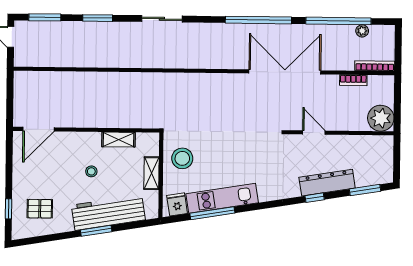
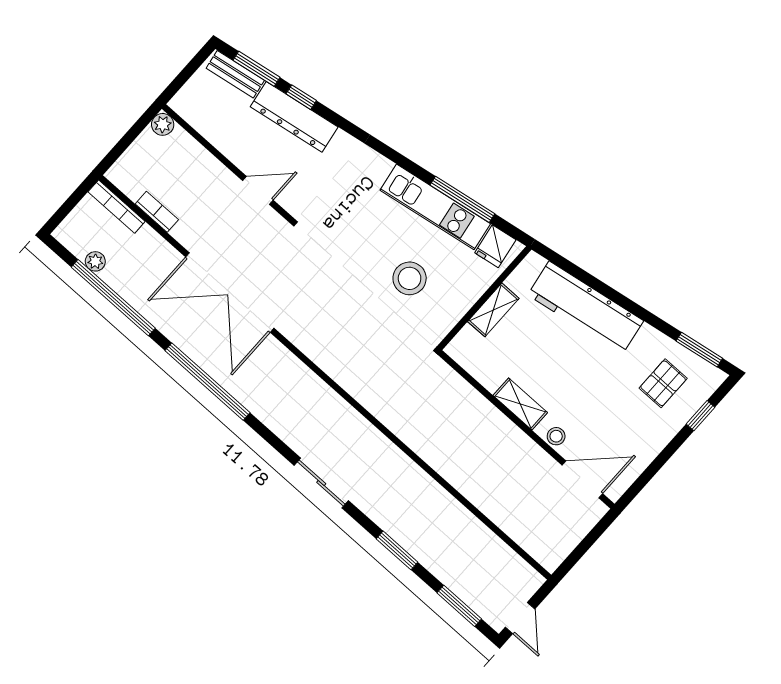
plant: (381, 118) -> (163, 124), width x0.53, depth x0.53
door: (314, 132) -> (258, 190), swing flipped
shelving: (119, 140) -> (520, 404), moved
stool: (182, 158) -> (410, 278), moved
stool: (91, 171) -> (556, 436), moved
bench: (373, 179) -> (235, 74), added
window: (315, 198) -> (301, 97), moved
pallet: (40, 209) -> (663, 383), turned 90
window: (96, 231) -> (699, 350), moved

